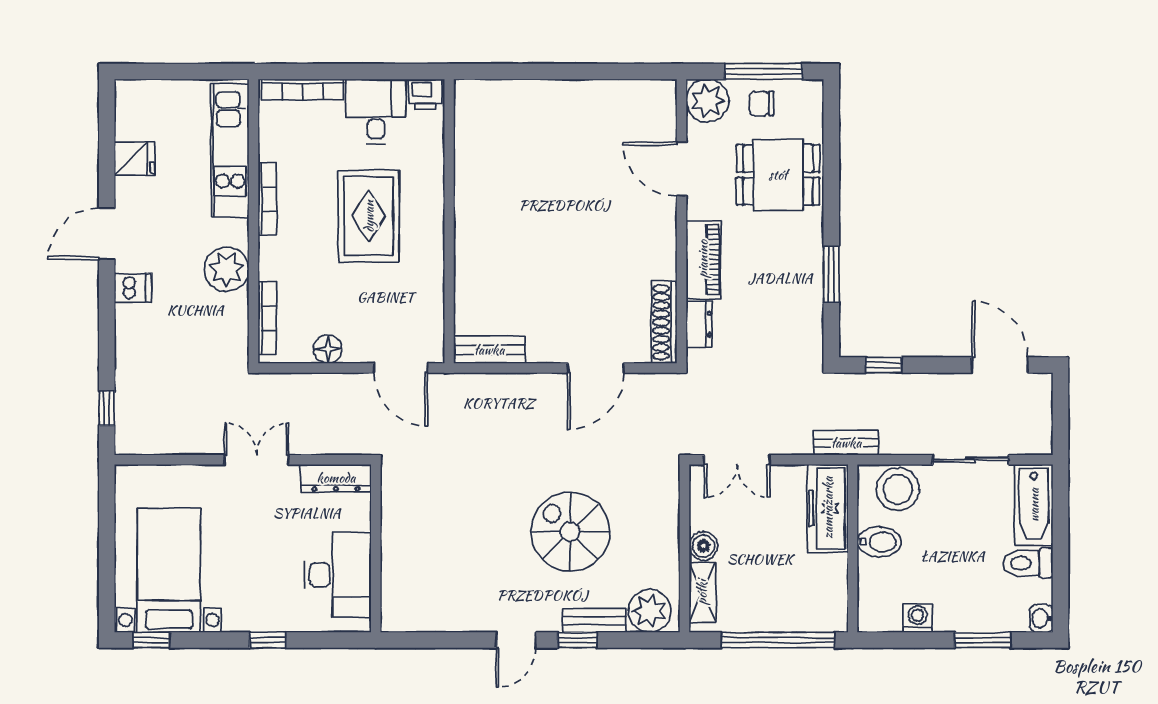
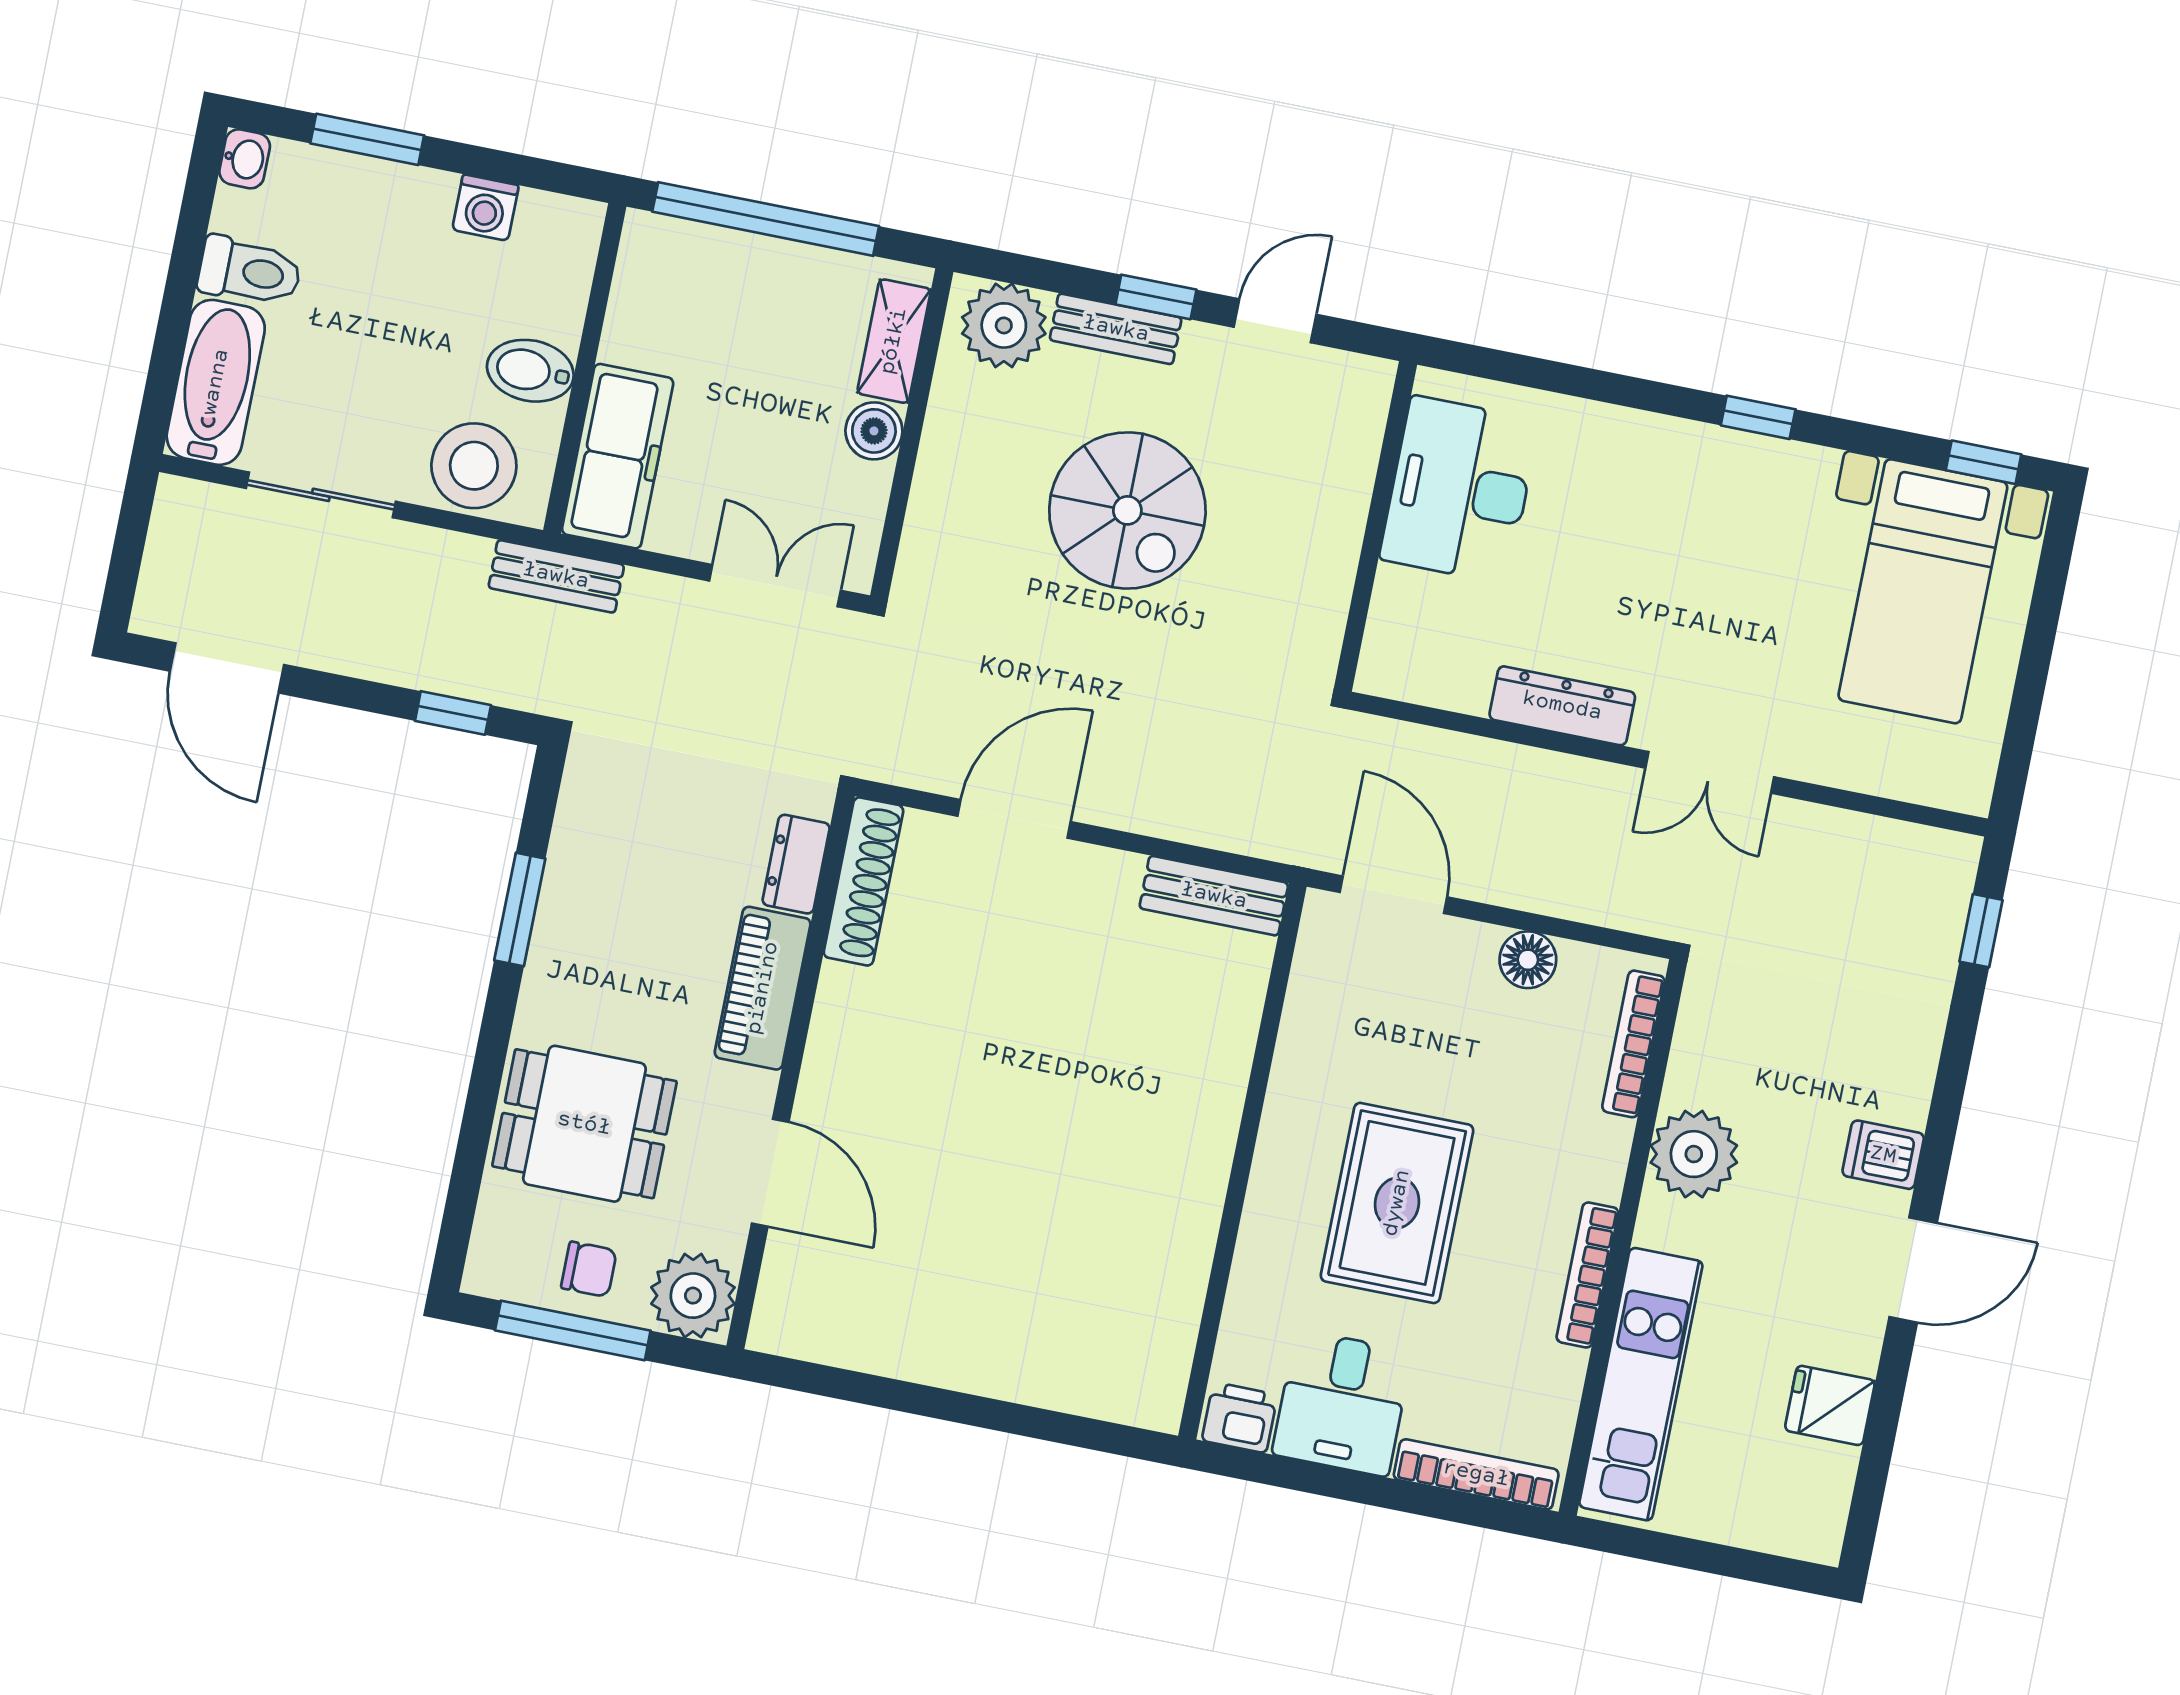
wall: (376, 548) -> (1375, 526), moved
desk: (338, 575) -> (1460, 490), moved

